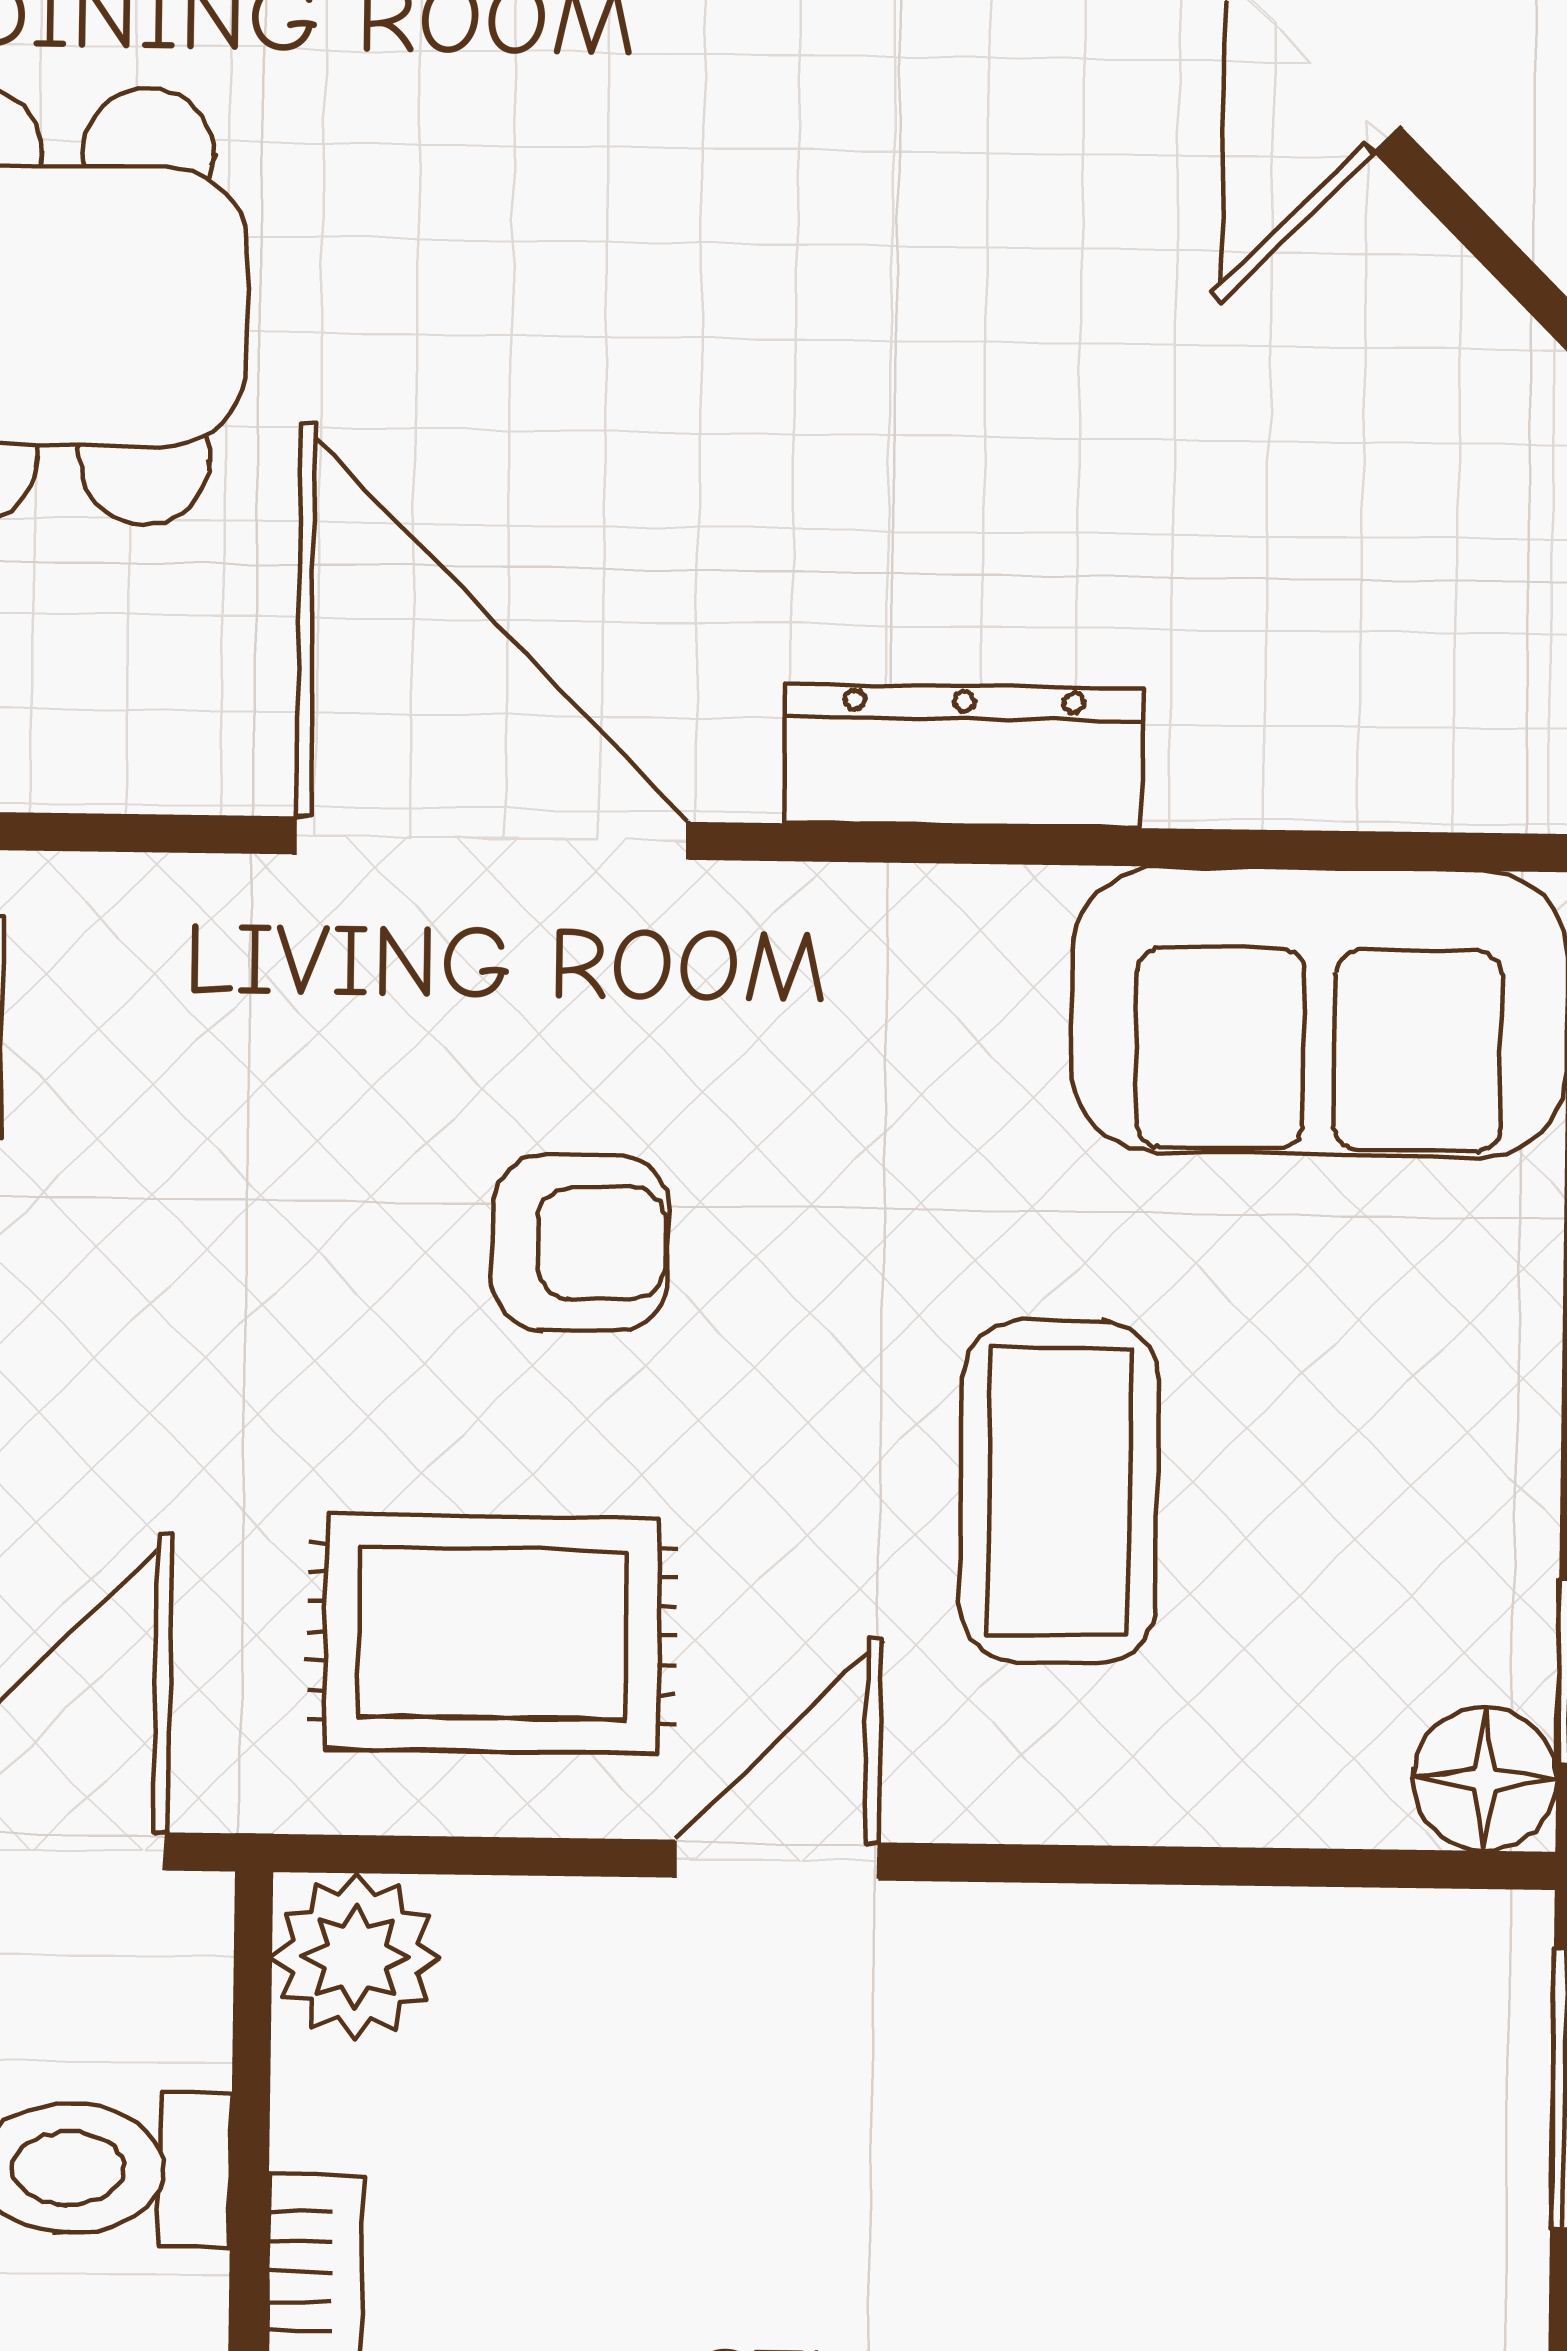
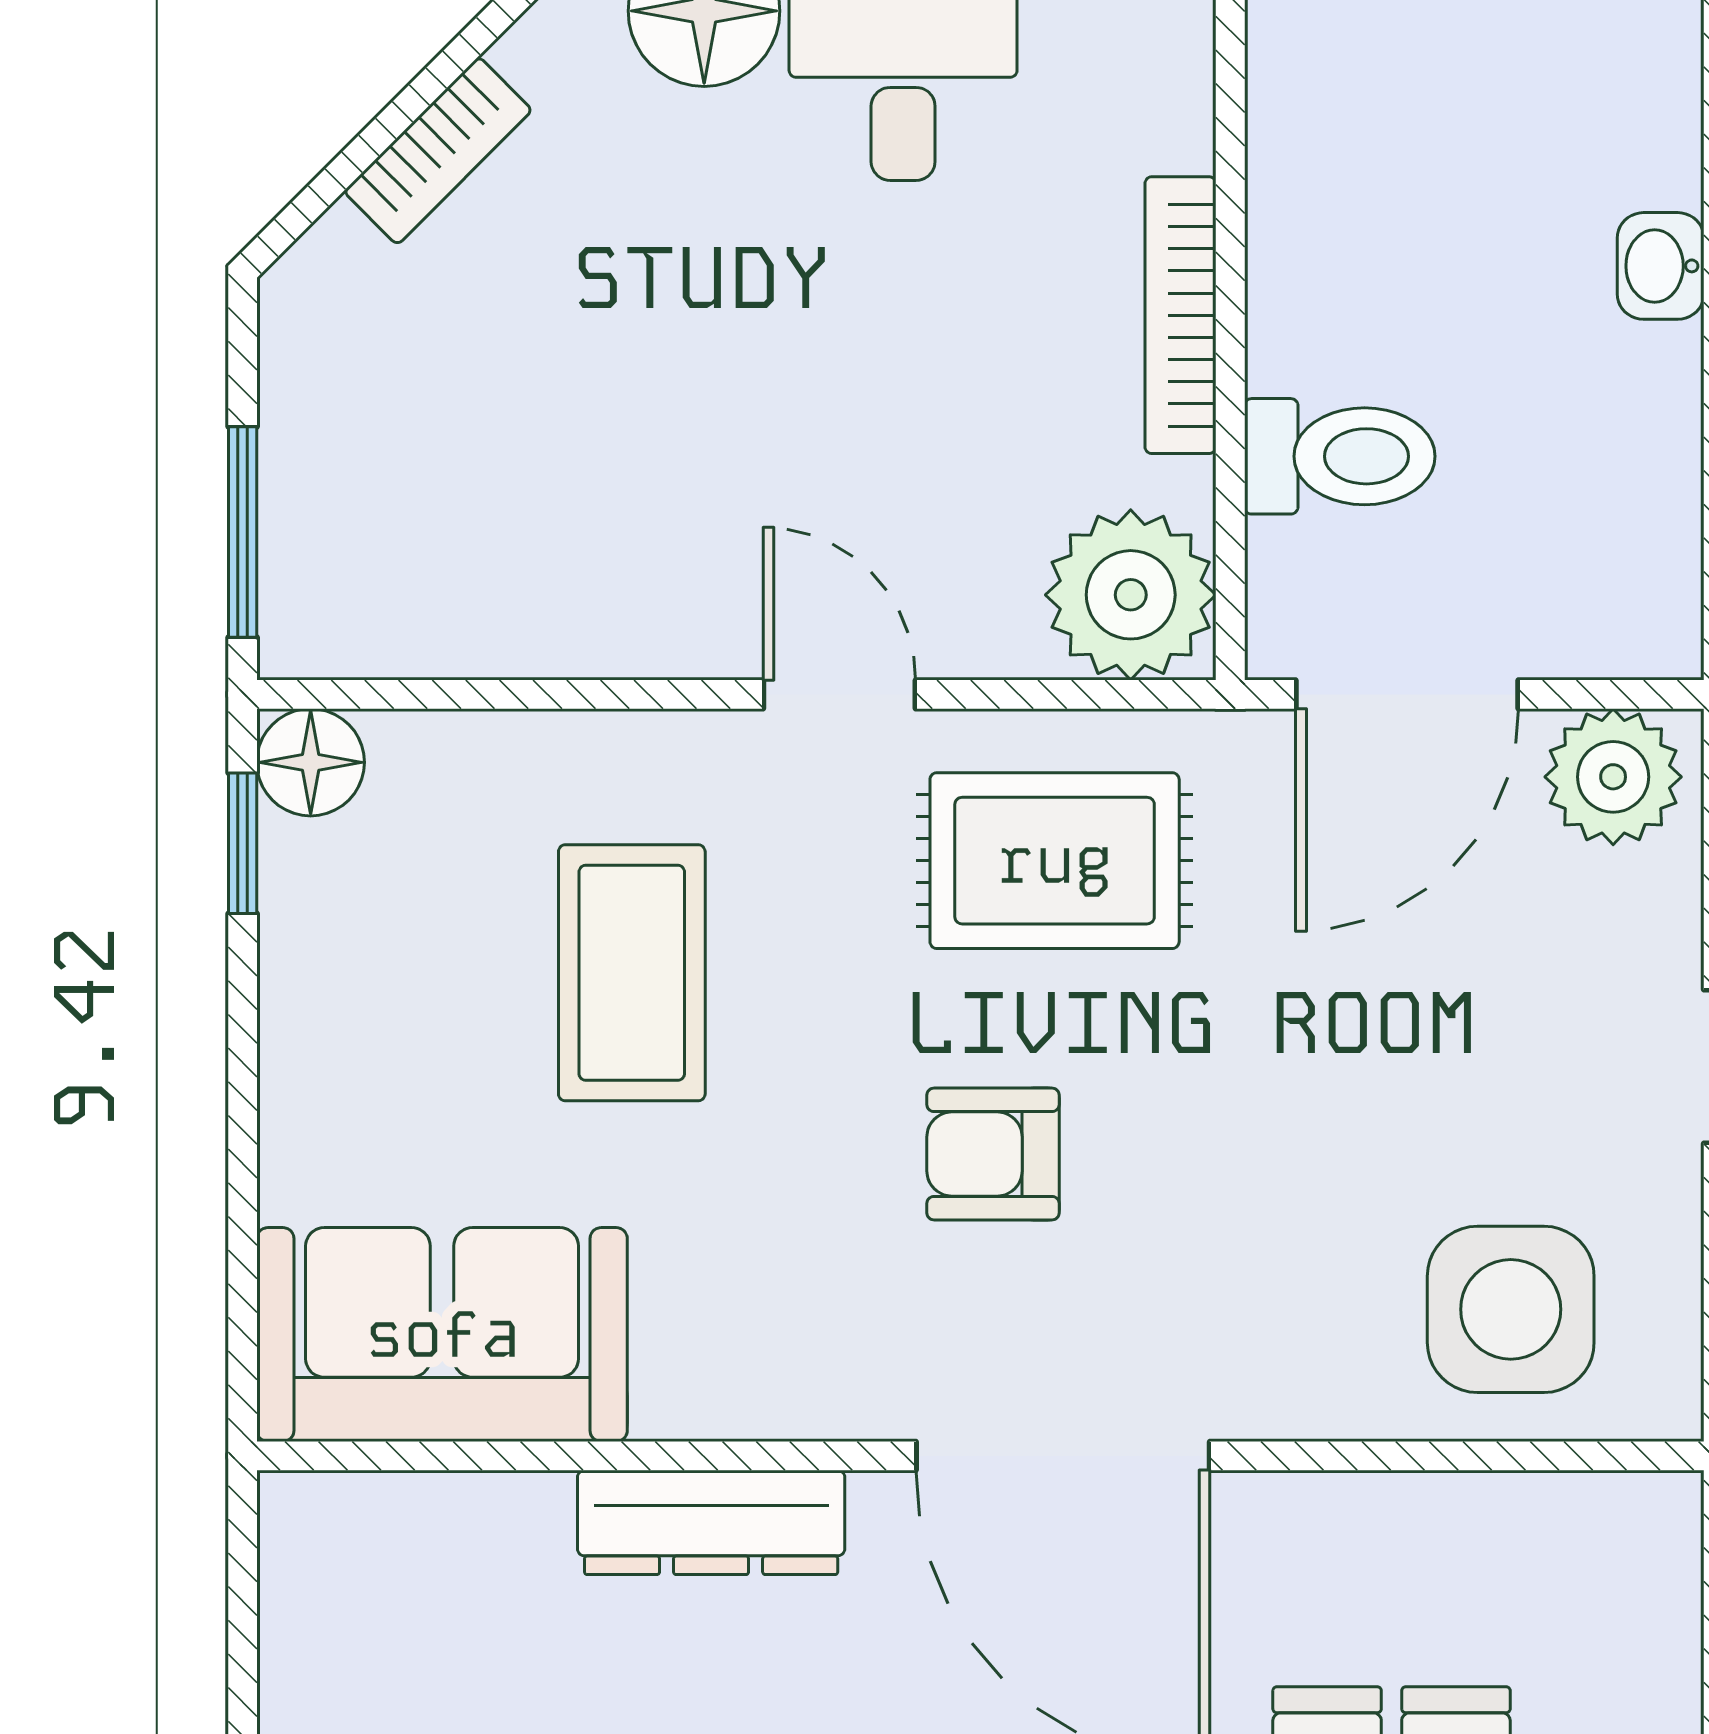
door: (777, 1860) -> (839, 694), swing flipped
plant: (356, 1957) -> (1131, 595), width x1.36, depth x1.36

